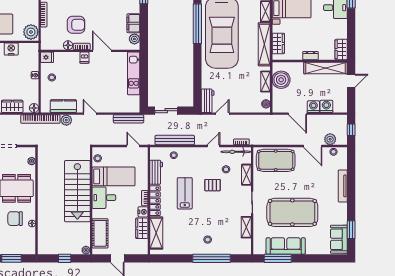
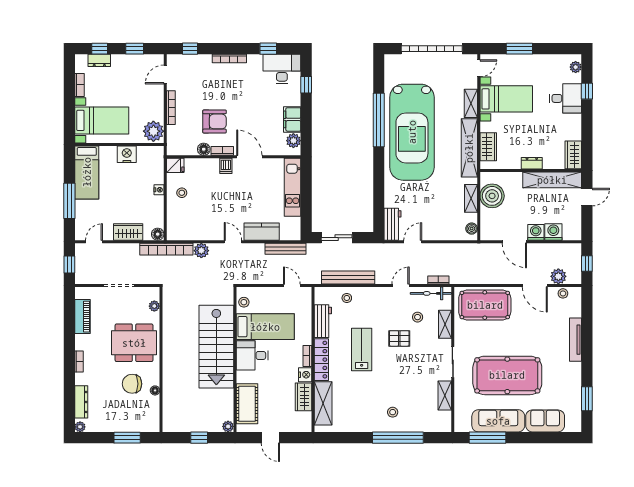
kitchen counter: (63, 106) -> (262, 232), moved
sofa: (339, 239) -> (545, 421), moved, turned 90

